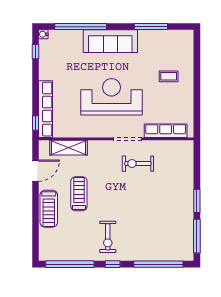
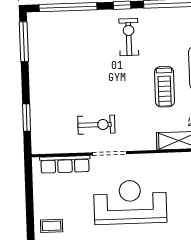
coffee table: (169, 76) -> (52, 226), moved
reception desk: (111, 97) -> (130, 202), turned 180
window: (197, 201) -> (27, 118), moved

